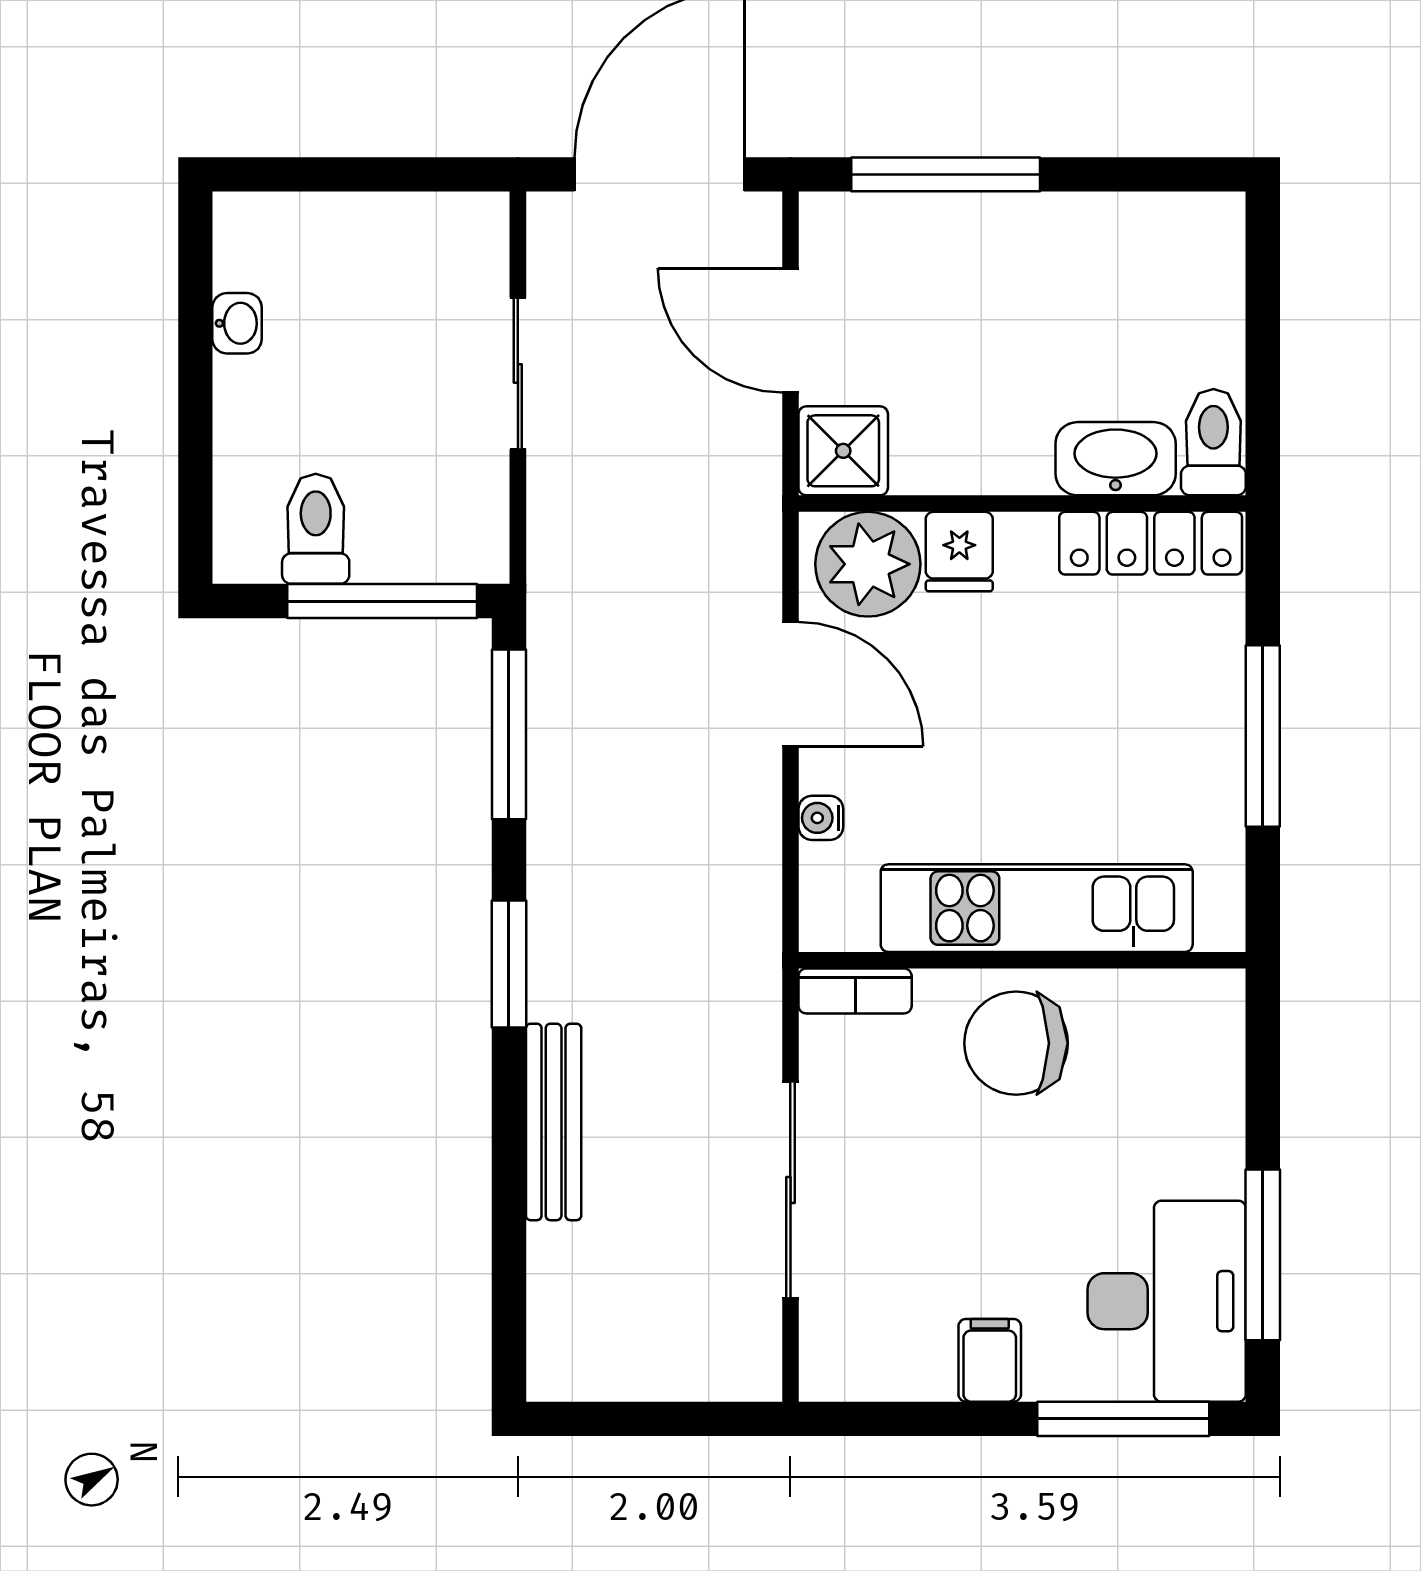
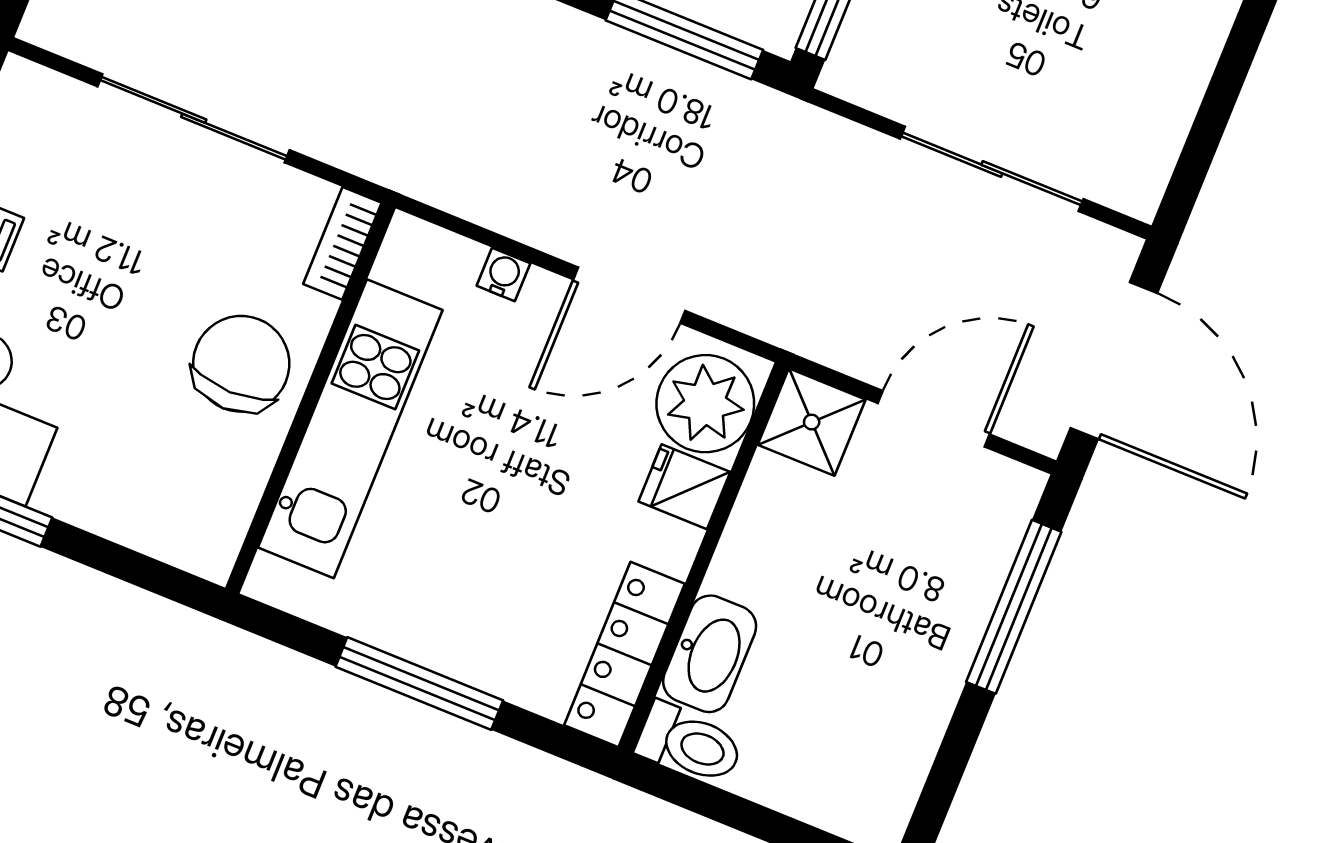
sliding door: (518, 374) -> (992, 169), width x1.37

